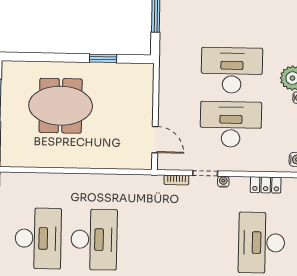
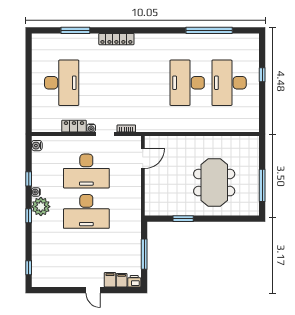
meeting table: (61, 106) -> (214, 183), turned 90
door: (155, 140) -> (143, 158), swing flipped
locker: (266, 185) -> (74, 126), moved

